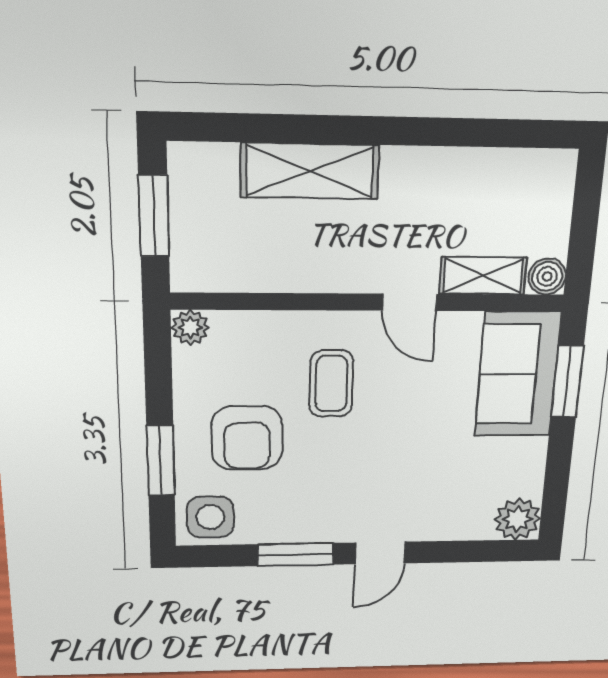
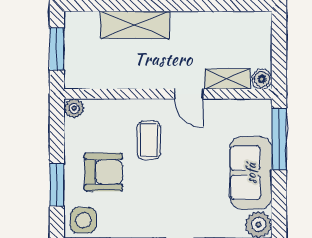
sofa: (518, 374) -> (251, 173), moved
window: (567, 381) -> (279, 139), width x1.44
armchair: (247, 438) -> (104, 172), turned -90

